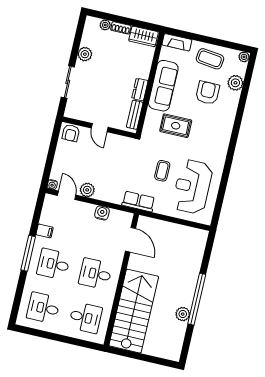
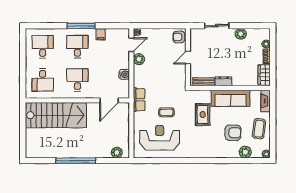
plant: (183, 314) -> (117, 153), moved

